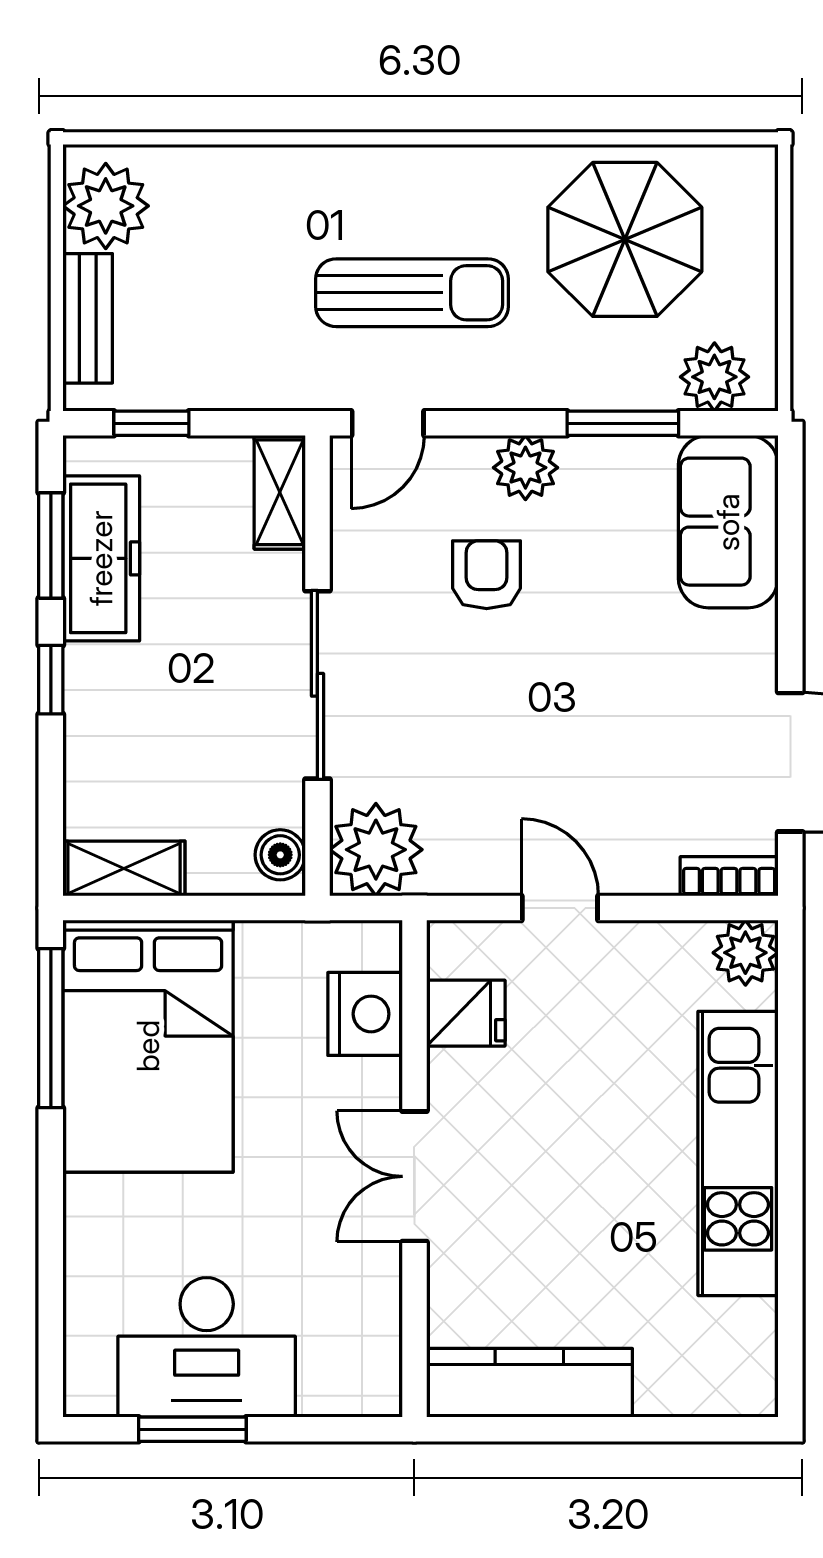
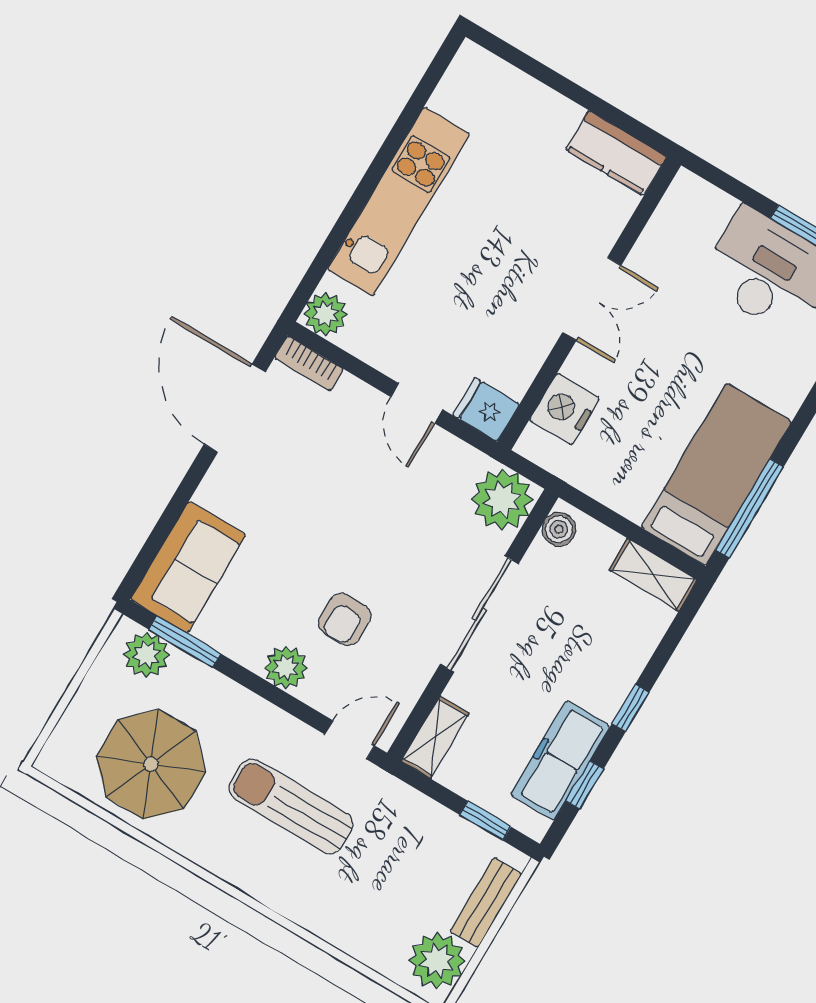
window: (623, 423) -> (185, 642), moved
window: (51, 545) -> (585, 785), width x0.67
fridge: (466, 1013) -> (486, 409), moved
bed: (148, 1046) -> (716, 474), width x0.67
kitchen counter: (529, 1383) -> (616, 153), width x0.67

